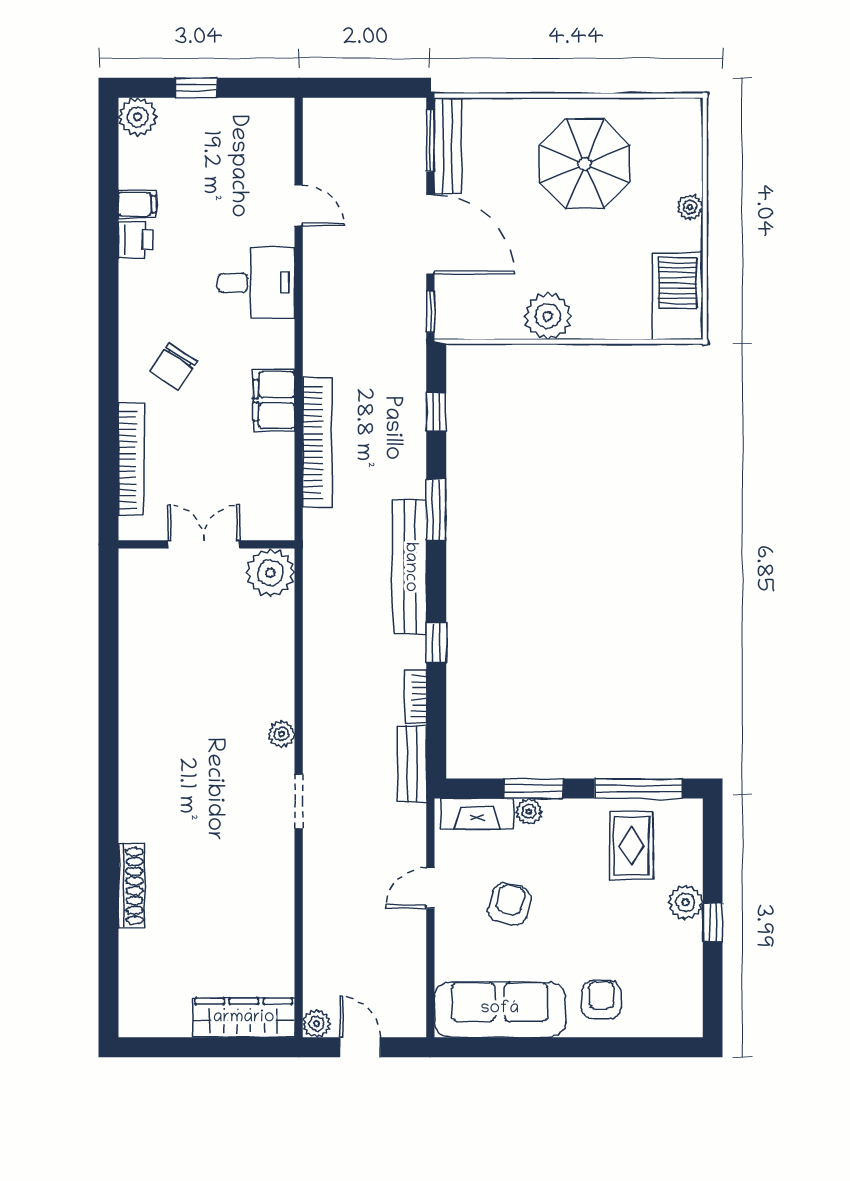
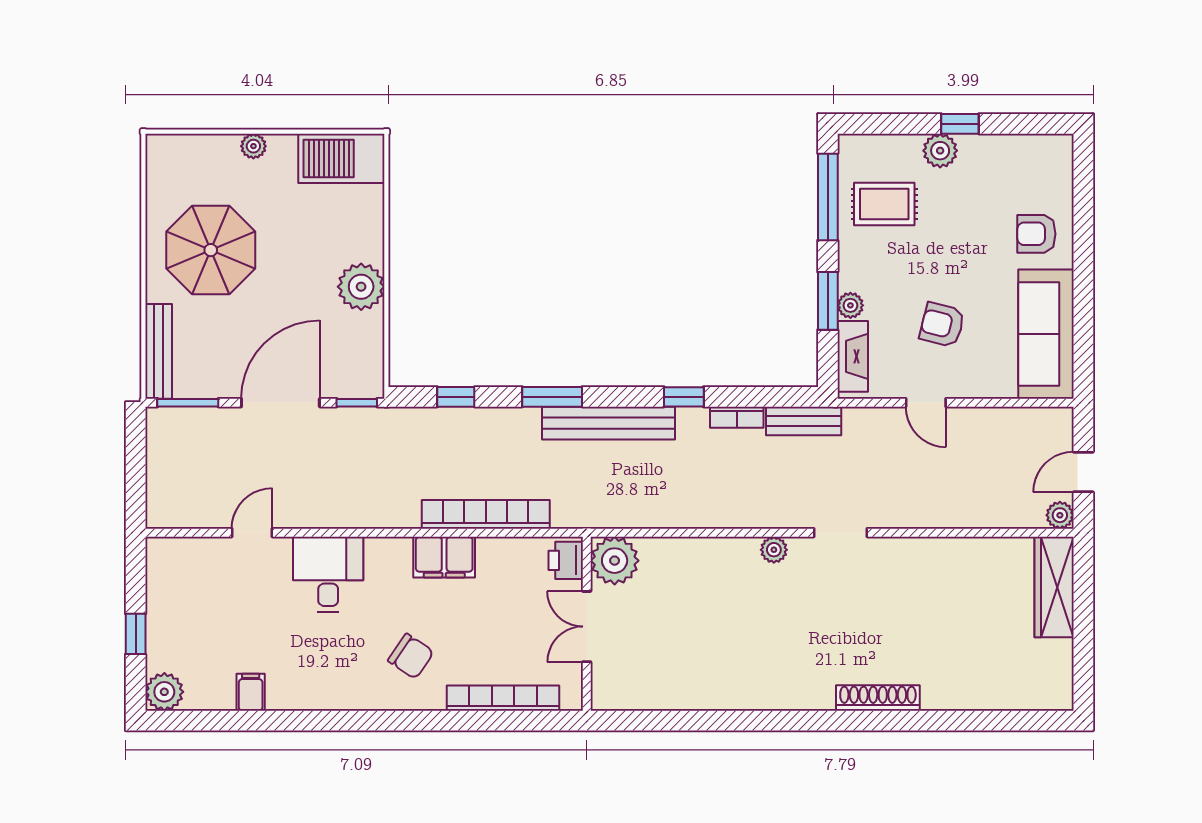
bench: (448, 146) -> (159, 351), moved, turned 90
printer: (136, 240) -> (566, 560), moved, turned -90
shoe rack: (131, 886) -> (878, 698), moved

